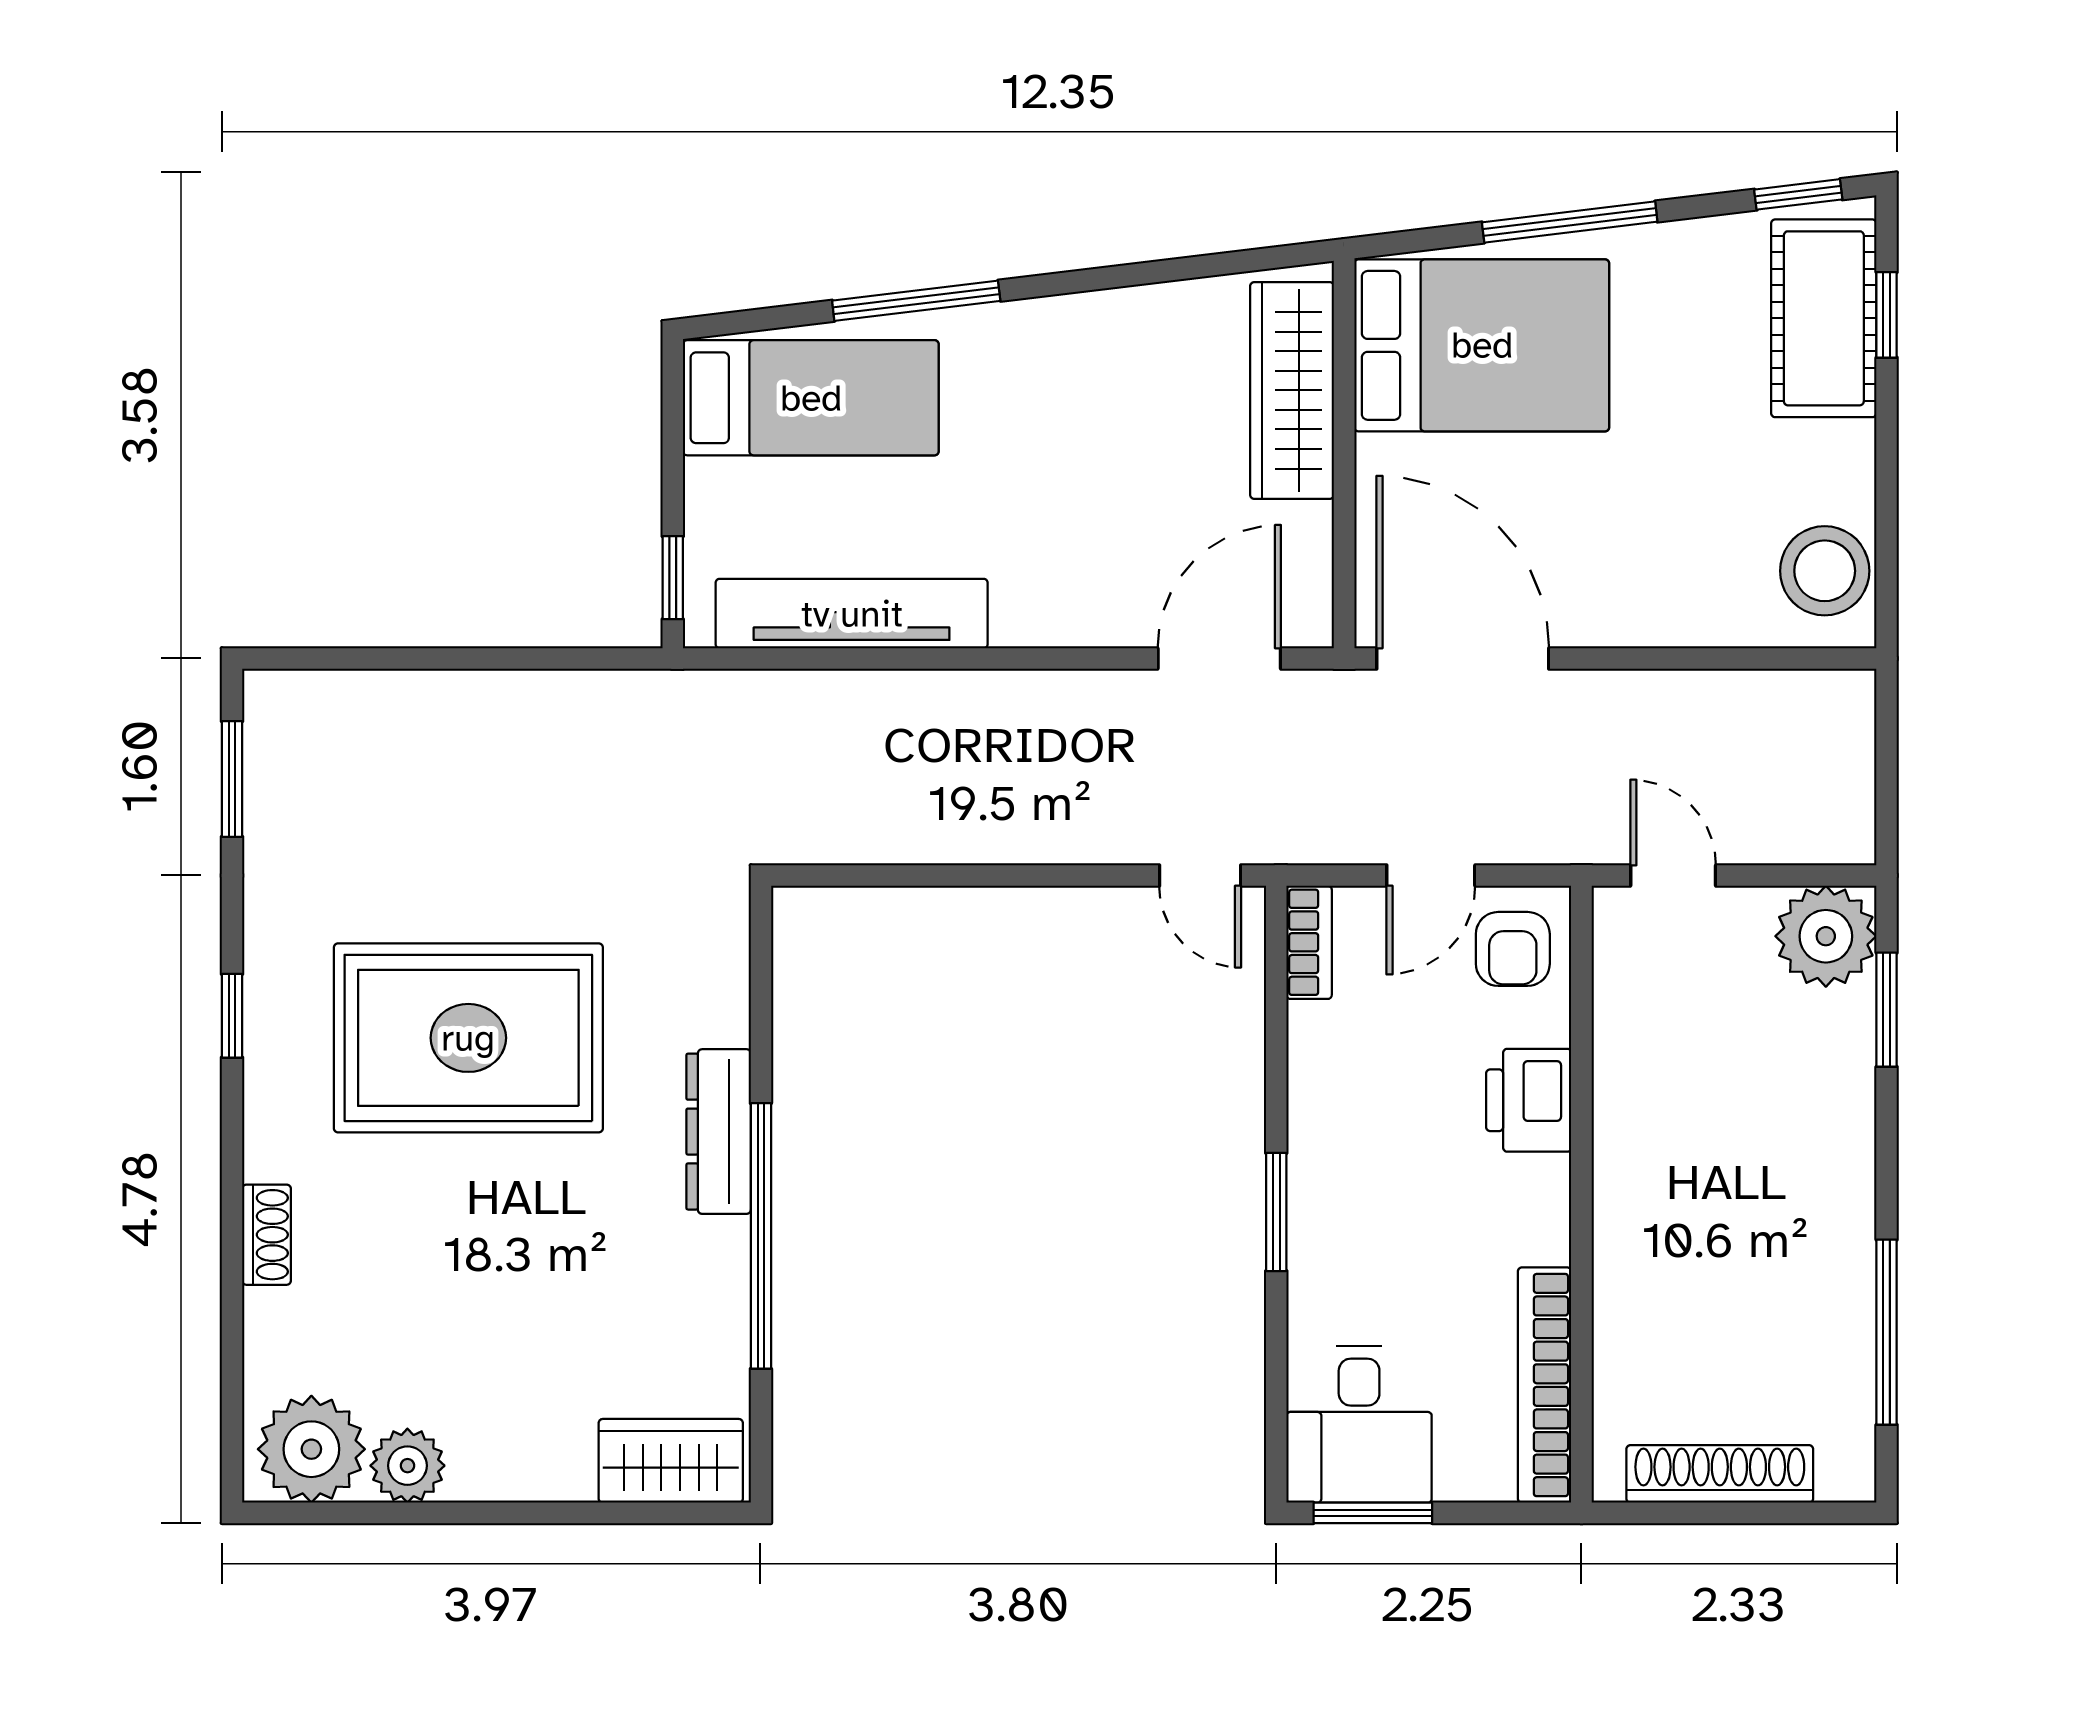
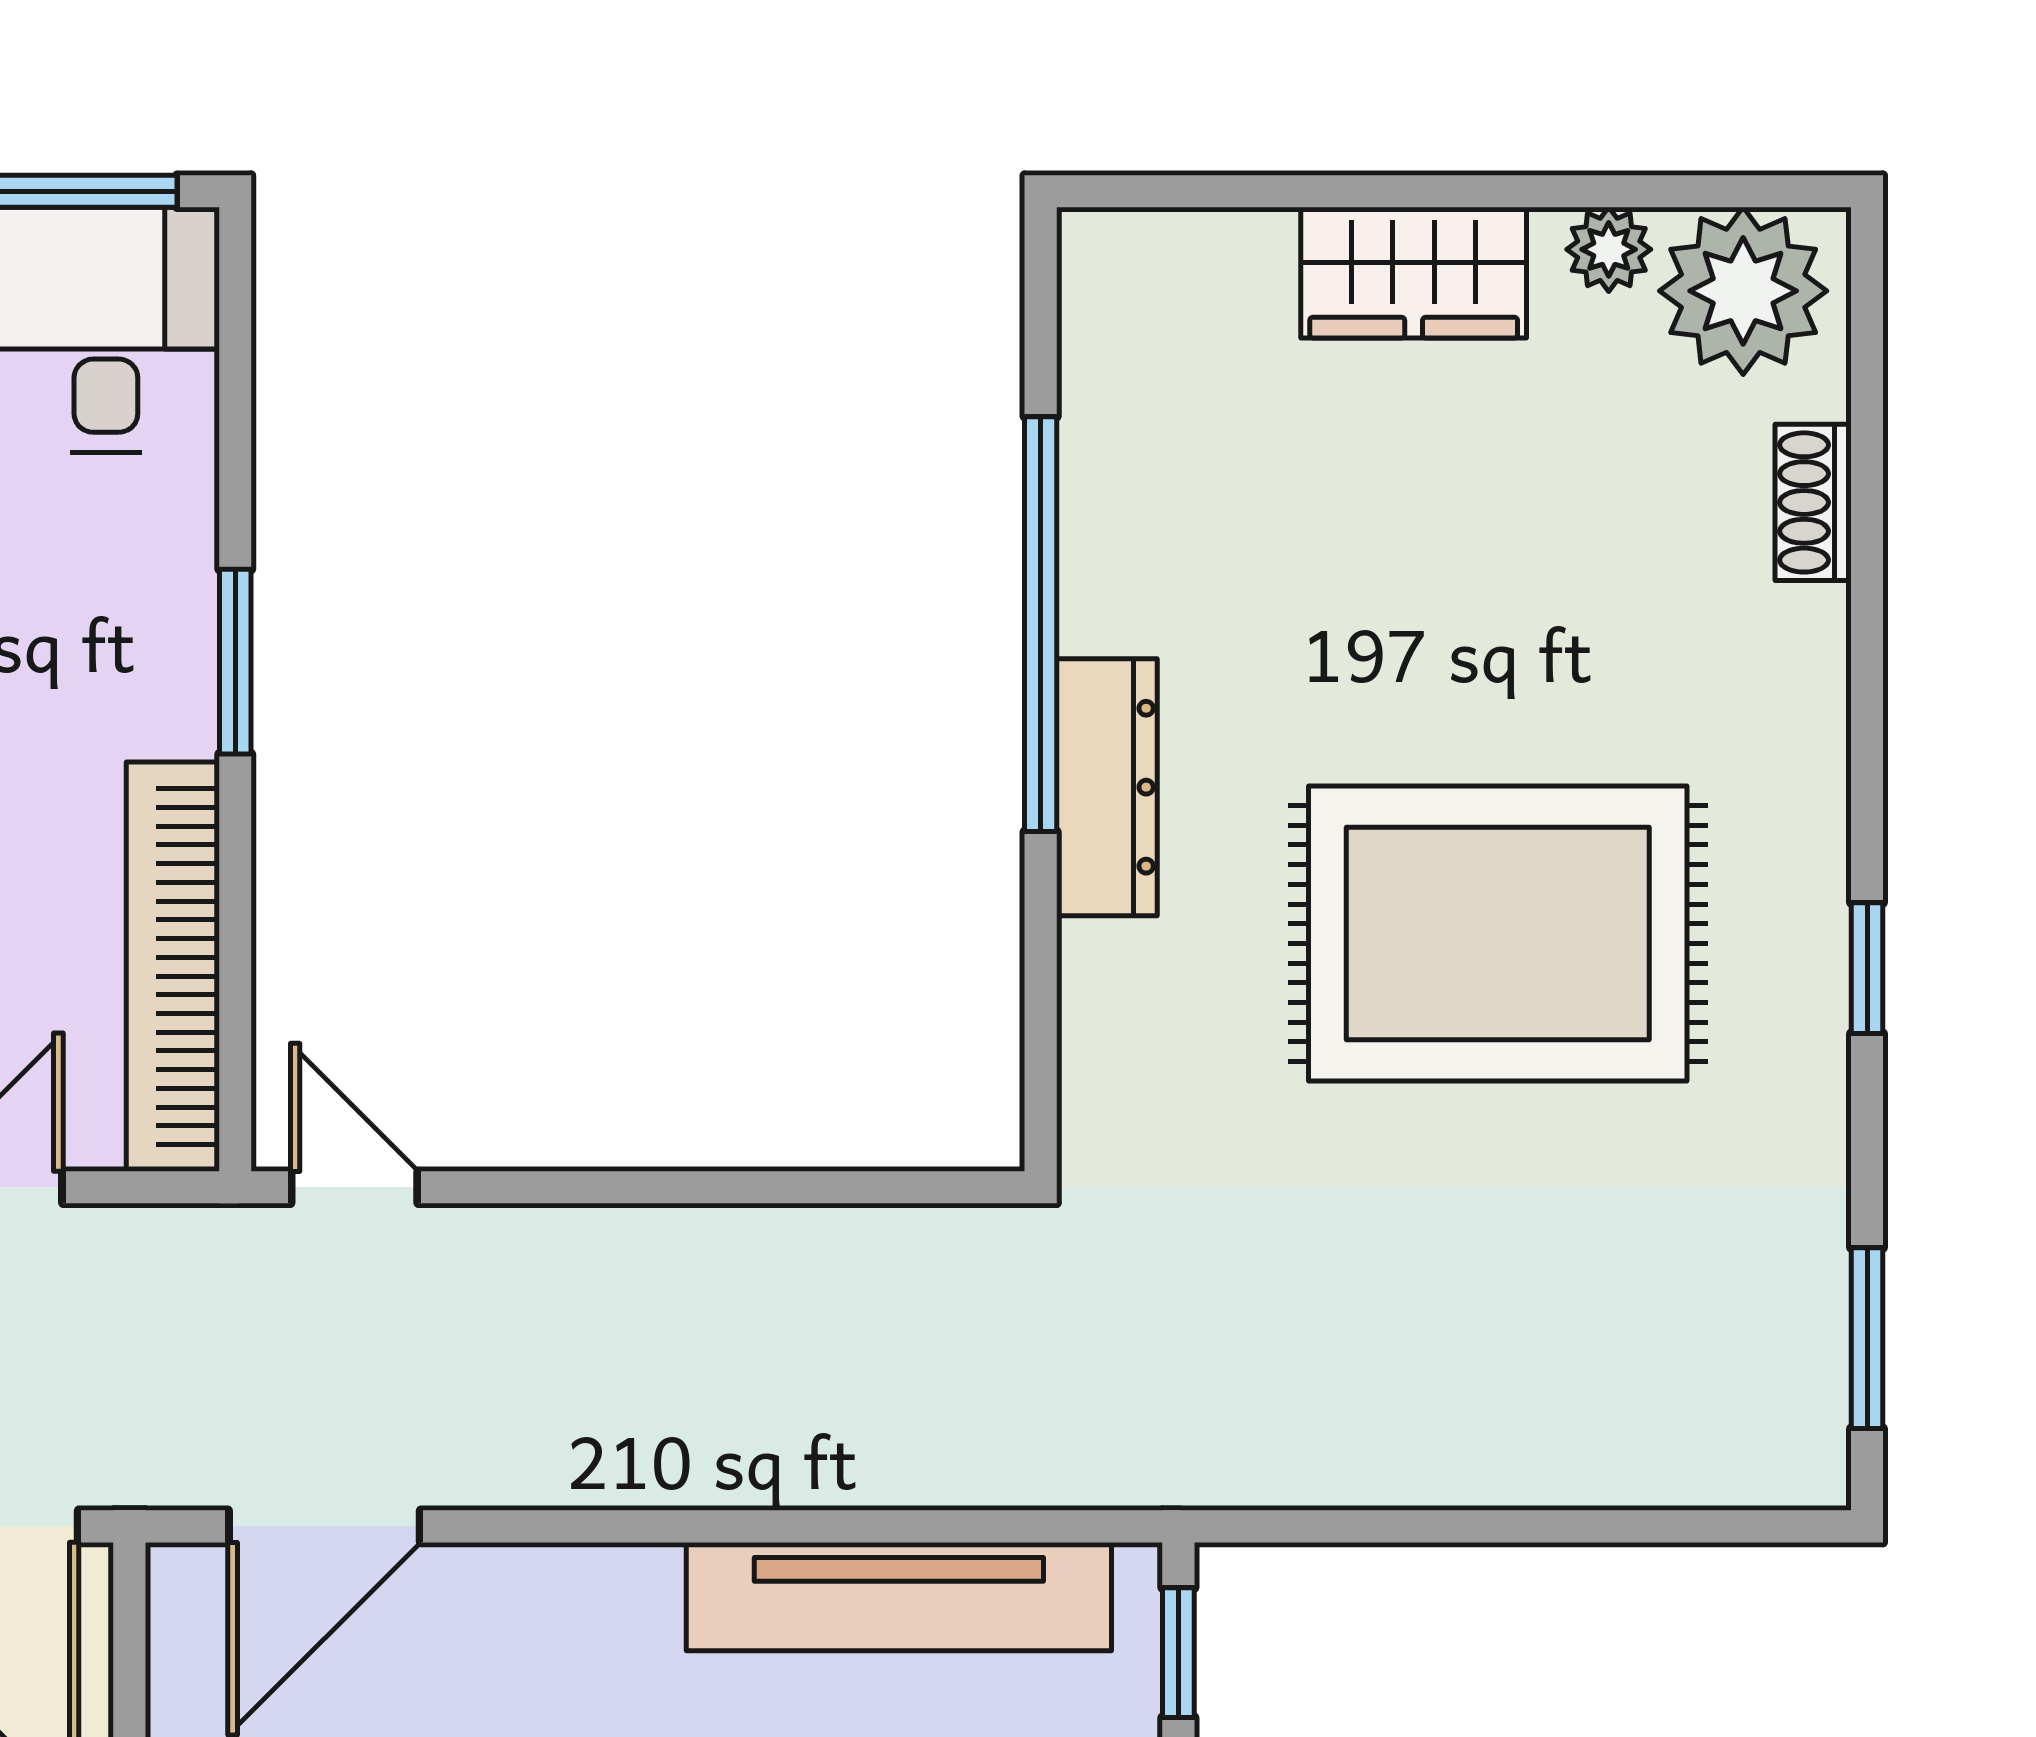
bookcase: (1309, 942) -> (173, 967), width x2.31, depth x1.31
shoe rack: (267, 1235) -> (1813, 502), moved
wardrobe: (671, 1461) -> (1414, 273), moved
plant: (407, 1466) -> (1609, 249), width x0.73, depth x0.73

